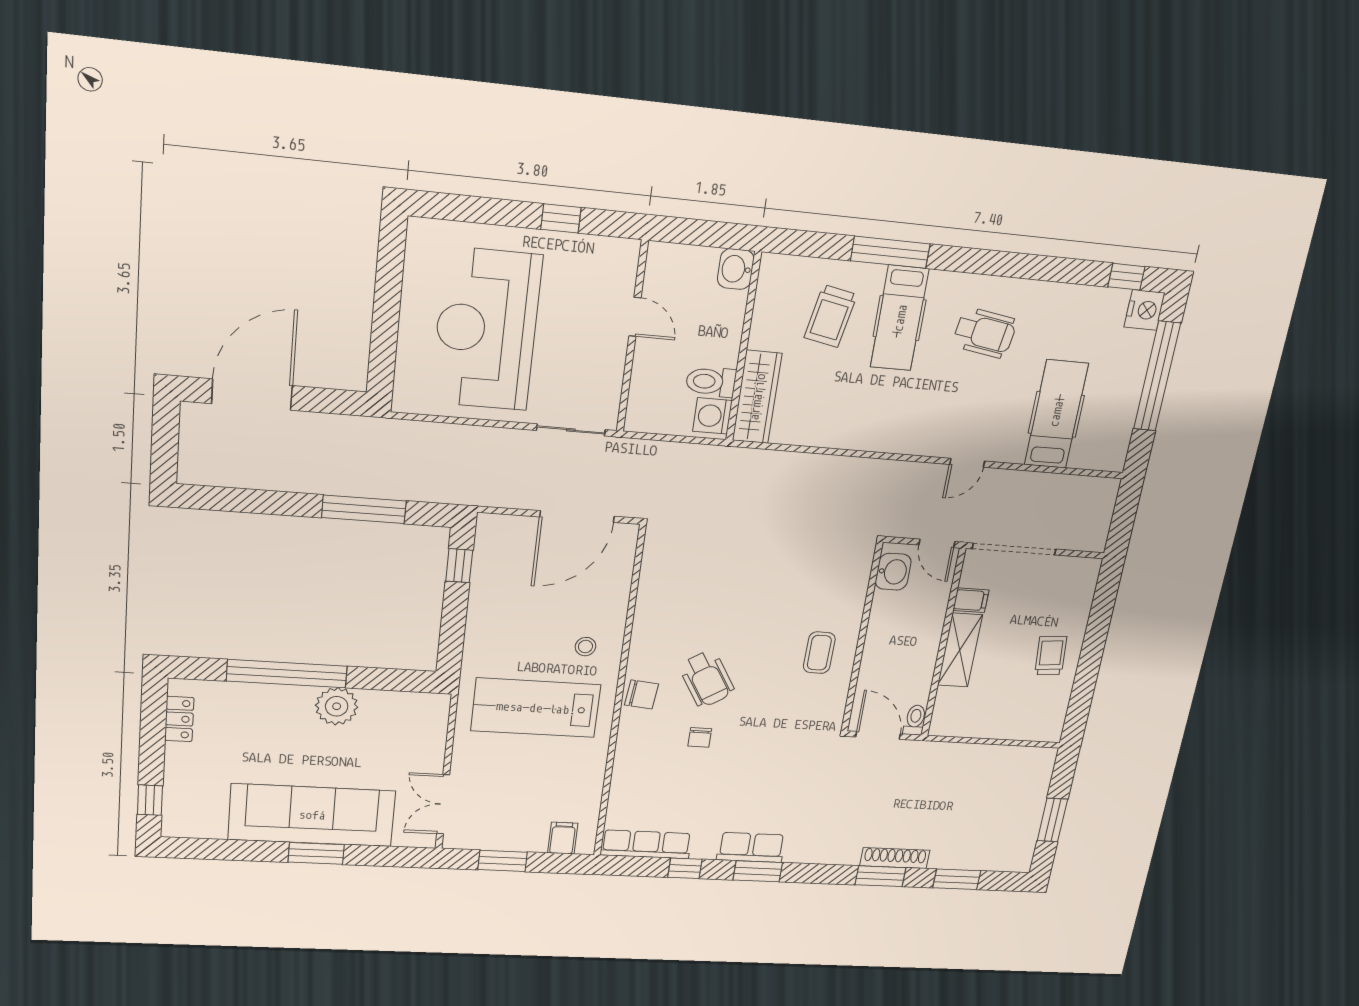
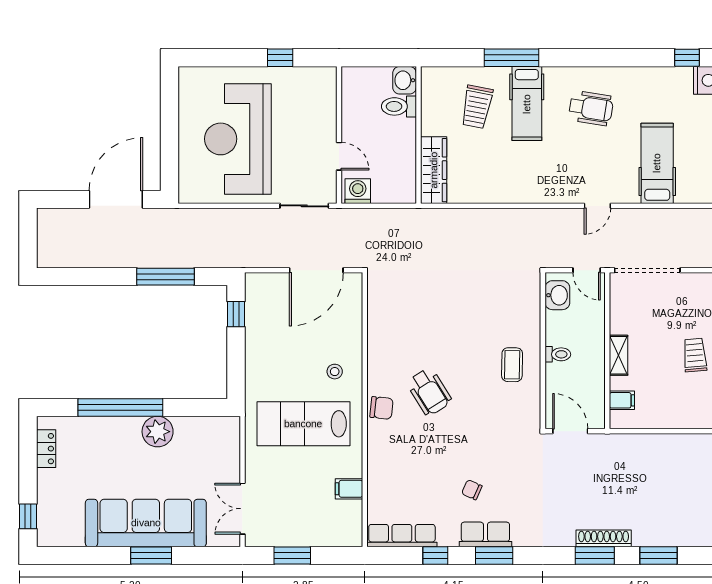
door: (635, 317) -> (339, 156), moved
toilet: (711, 382) -> (399, 106), moved
door: (252, 395) -> (116, 199), moved
washing machine: (713, 416) -> (358, 191), moved, turned 90
filing cabinet: (971, 600) -> (622, 400), moved
shelving: (960, 650) -> (618, 355), width x0.67, depth x0.75
toilet: (915, 720) -> (558, 354), moved, turned 90
chair: (700, 737) -> (472, 490), moved, turned 114
filing cabinet: (563, 838) -> (349, 489), moved, turned -90

